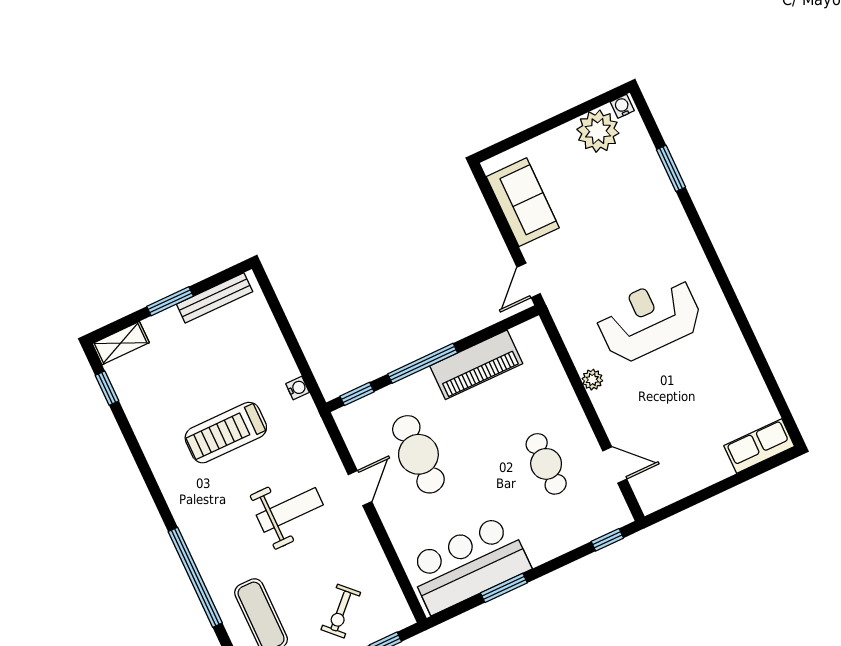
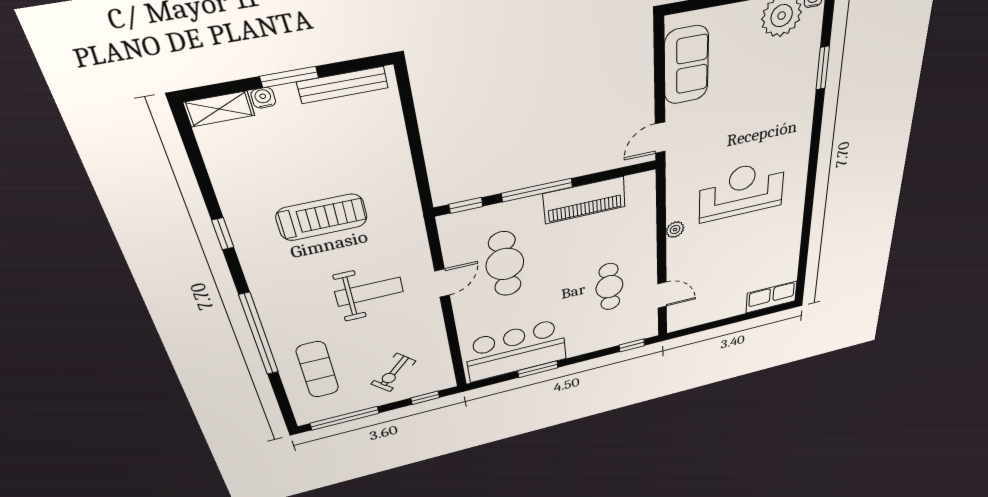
window: (107, 388) -> (223, 234), moved
water cooler: (298, 388) -> (263, 98), moved, turned -90
treadmill: (226, 433) -> (322, 217), turned 180

